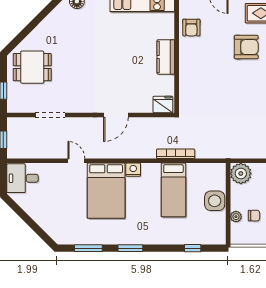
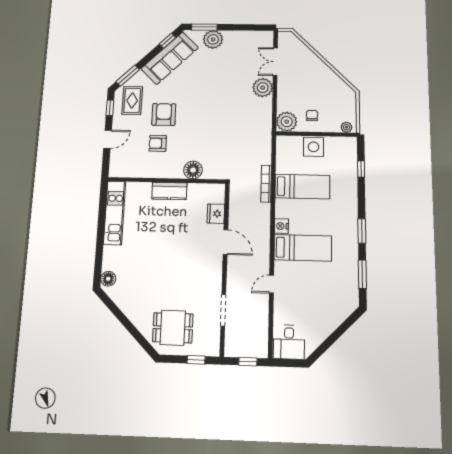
armchair: (191, 28) -> (158, 143), moved, turned 180
dining table: (32, 67) -> (173, 328), turned 90
floor lamp: (188, 80) -> (193, 170), added
fridge: (163, 104) -> (216, 214), moved
bed: (106, 191) -> (303, 248), width x0.67
chair: (254, 216) -> (312, 115), moved
plant: (236, 217) -> (346, 127), moved

